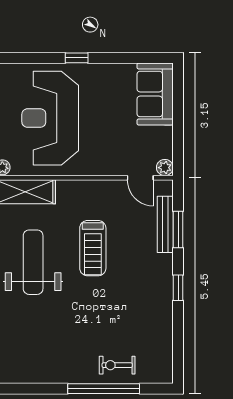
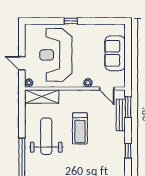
sofa: (155, 94) -> (115, 53), moved
plant: (165, 168) -> (88, 83), moved
window: (178, 229) -> (128, 107), moved

